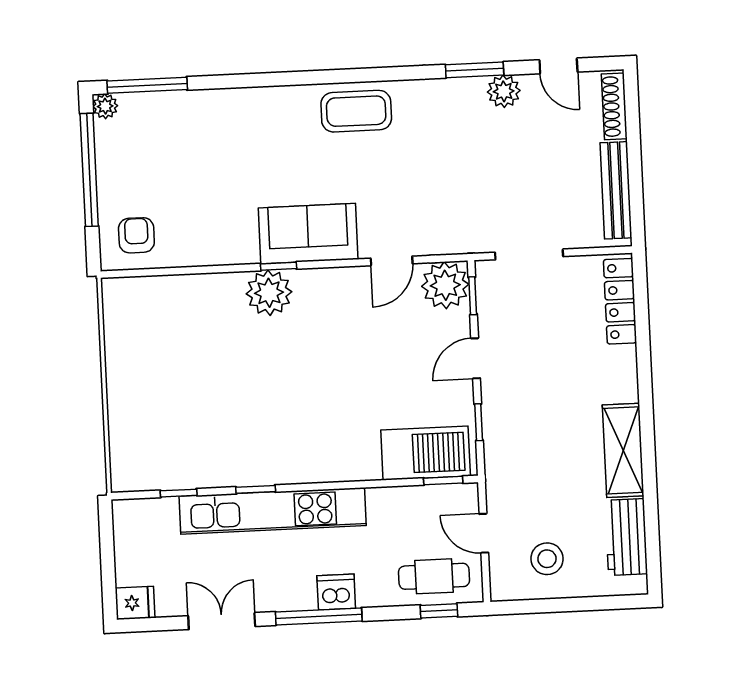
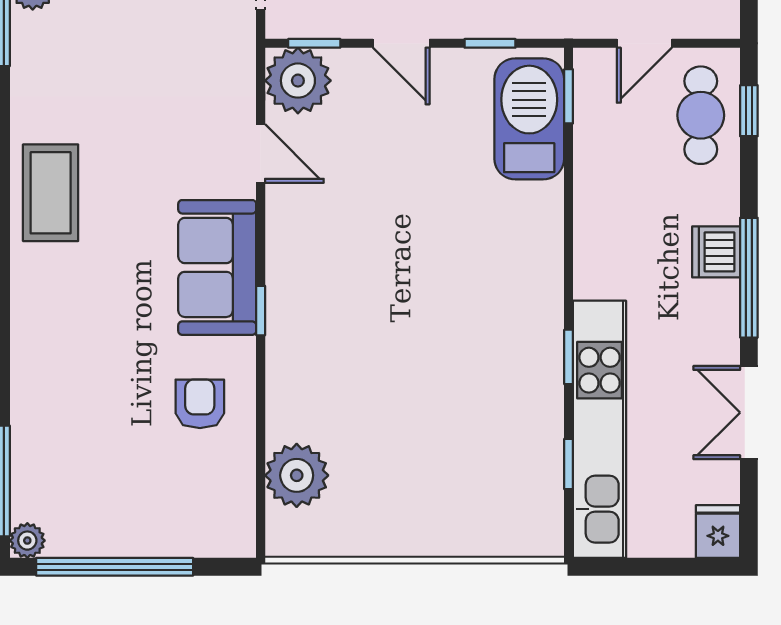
armchair: (136, 235) -> (200, 404), moved, turned 90
plant: (269, 293) -> (297, 475), moved
kitchen unit: (273, 511) -> (600, 429), moved

